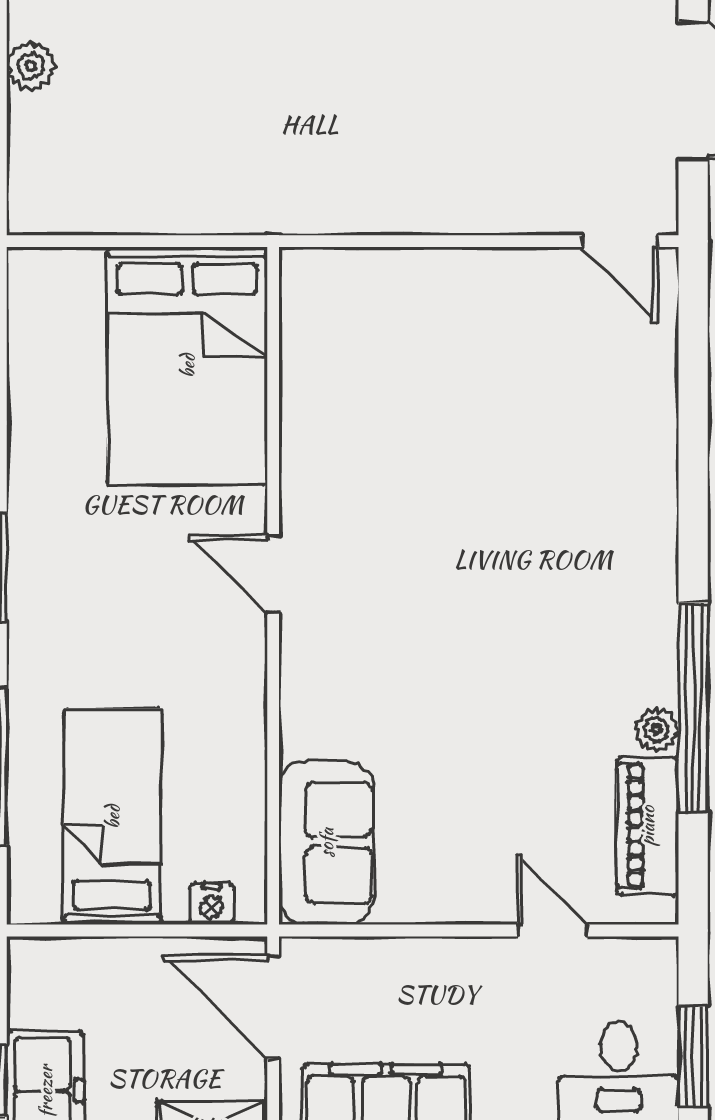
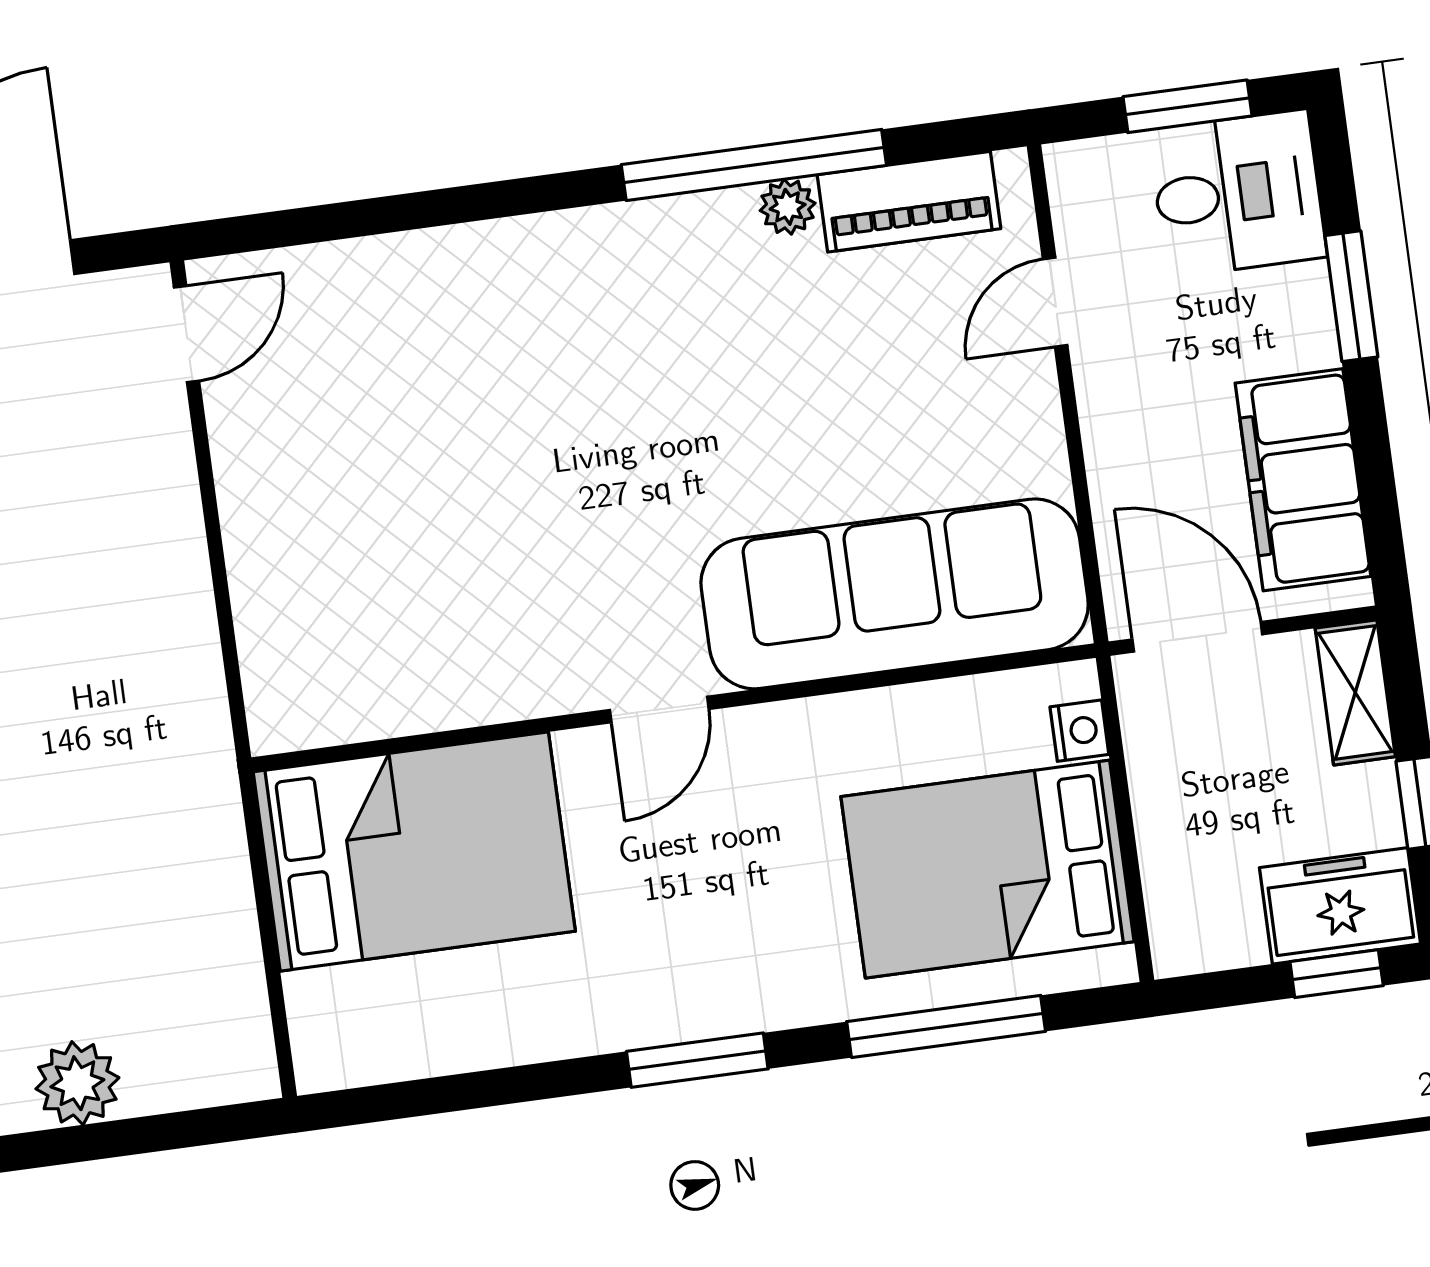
plant: (31, 66) -> (77, 1083), width x1.38, depth x1.38
bed: (112, 817) -> (988, 869), width x1.50
sofa: (326, 843) -> (895, 594), width x1.85, depth x1.27
door: (273, 1007) -> (1197, 637), swing flipped

